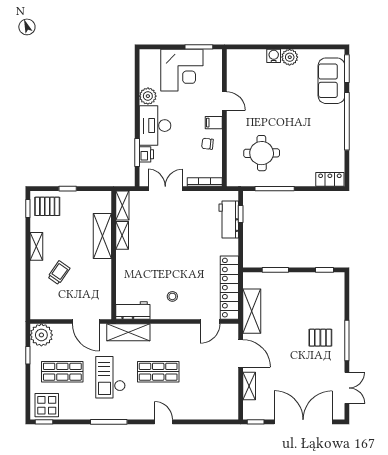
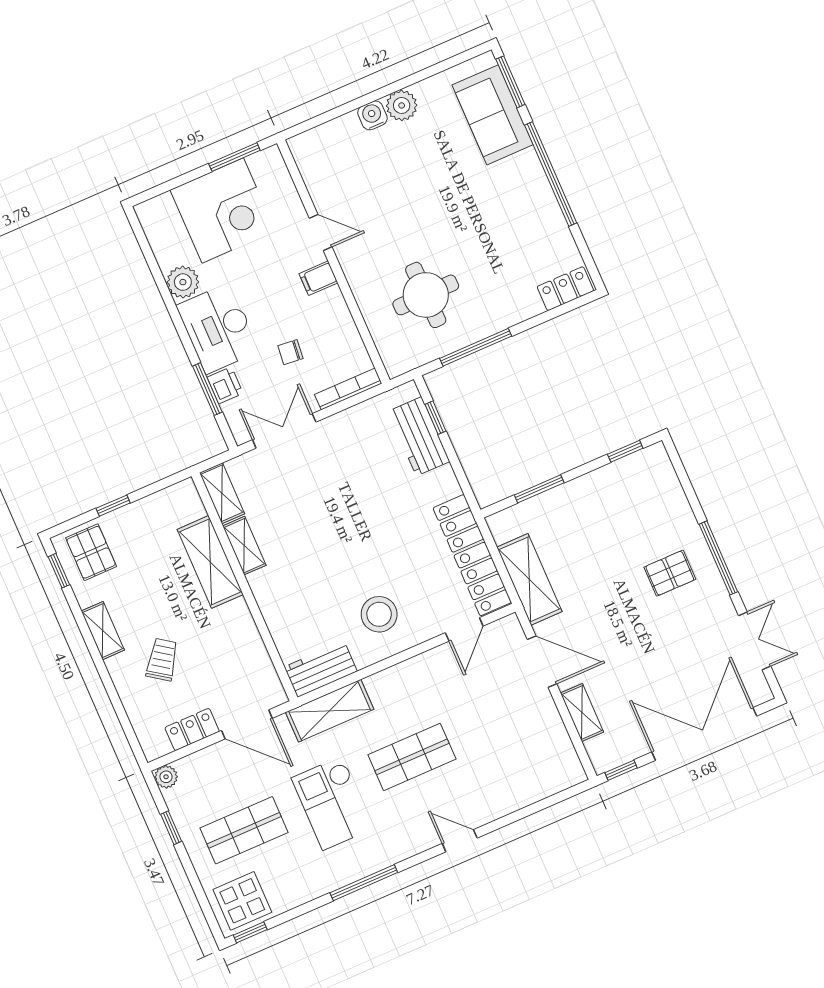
chair: (208, 144) -> (290, 352), moved
pallet: (47, 206) -> (91, 552), turned 90
stool: (172, 296) -> (379, 614), width x1.89, depth x1.89
locker: (59, 312) -> (192, 729), added
plant: (41, 335) -> (166, 777), width x0.53, depth x0.53

